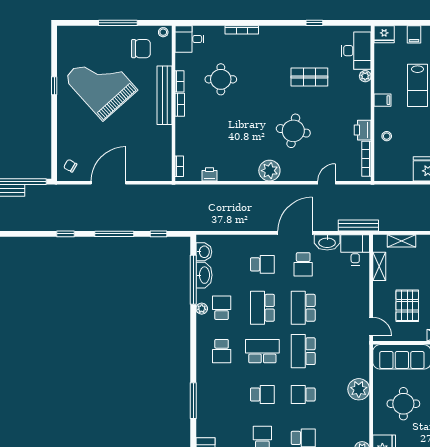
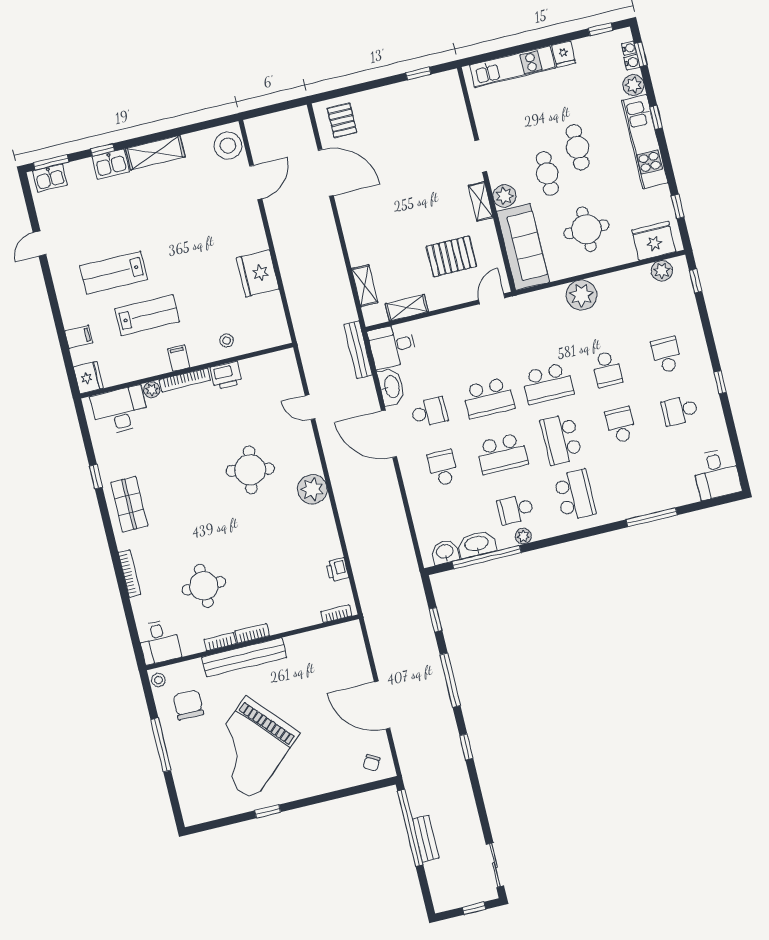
shop shelf: (309, 77) -> (129, 504), moved
bookcase: (366, 159) -> (185, 380), moved
school desk: (222, 351) -> (575, 495), width x1.85

